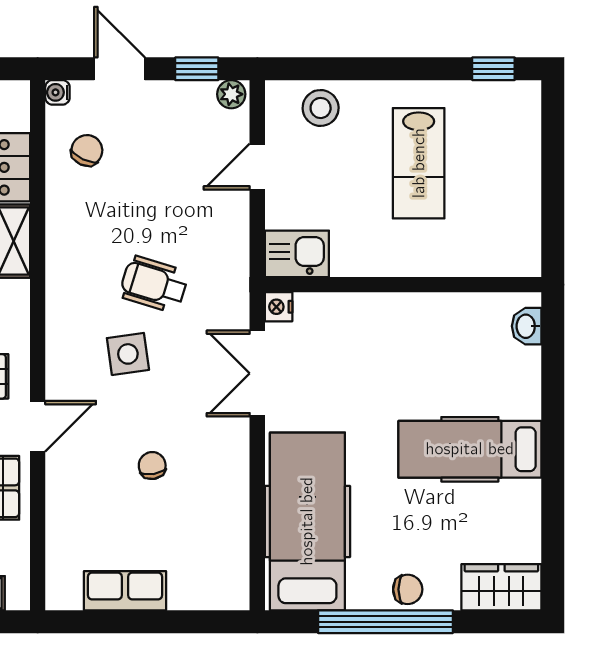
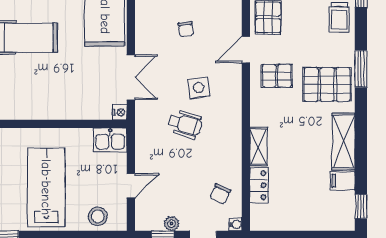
plant: (231, 94) -> (172, 224), moved
lab bench: (419, 163) -> (46, 187), width x1.36, depth x1.39

